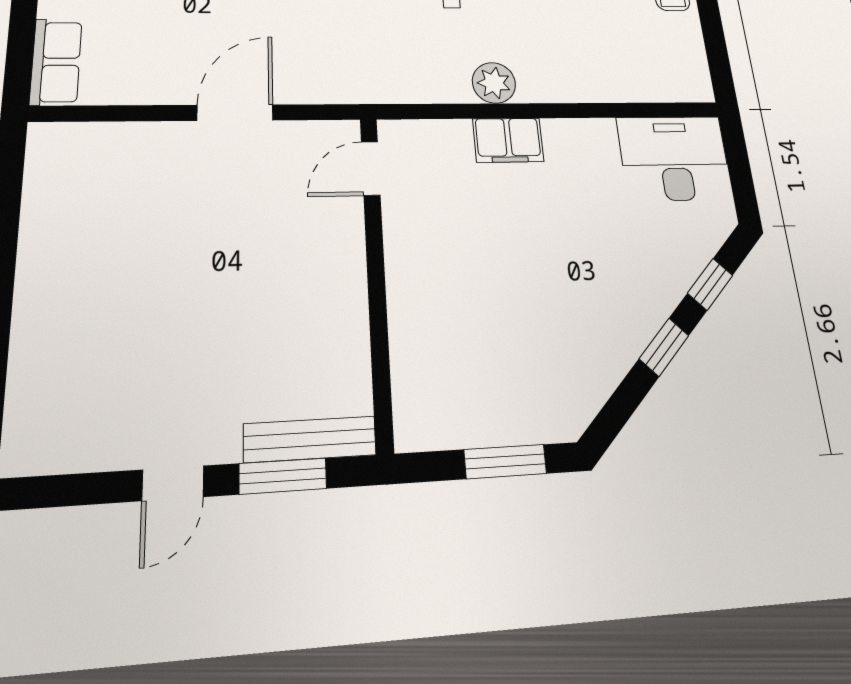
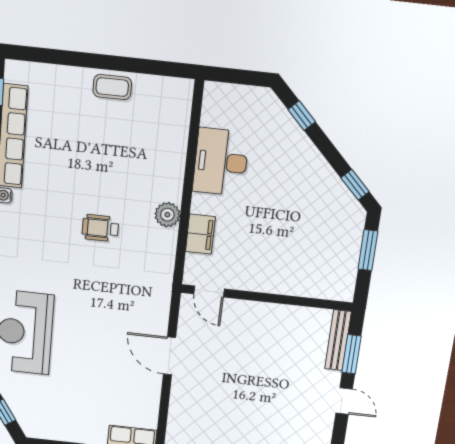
filing cabinet: (508, 140) -> (200, 234), moved
desk: (674, 158) -> (221, 162), moved
window: (664, 347) -> (355, 185), moved

